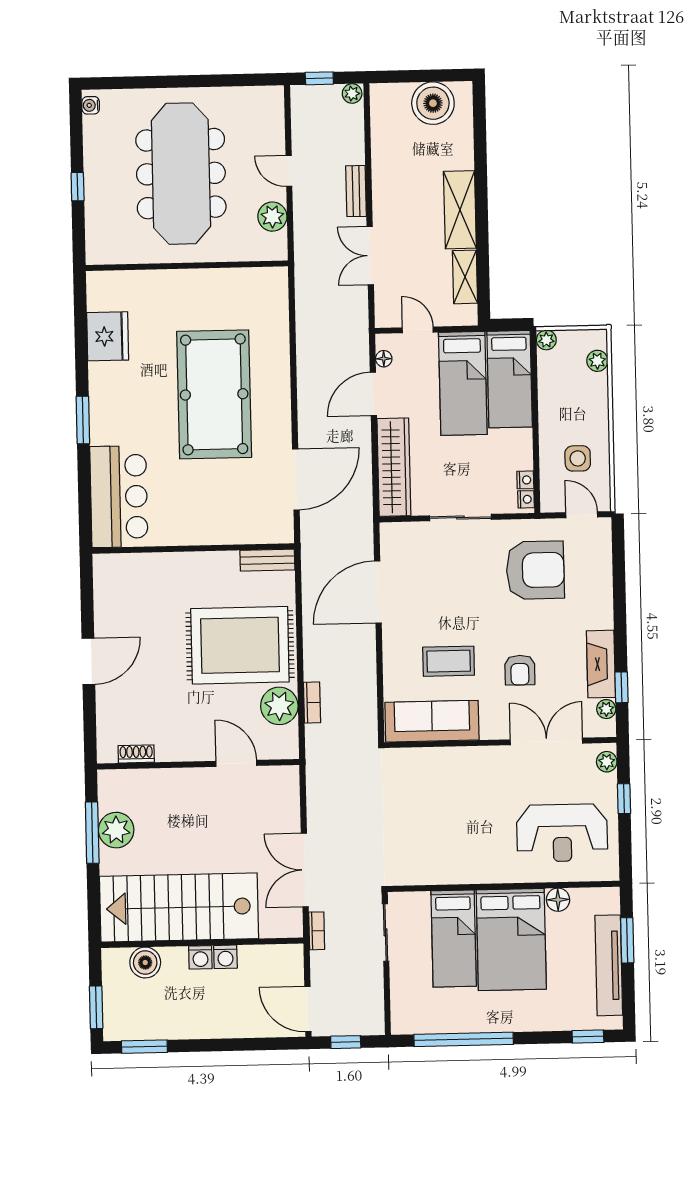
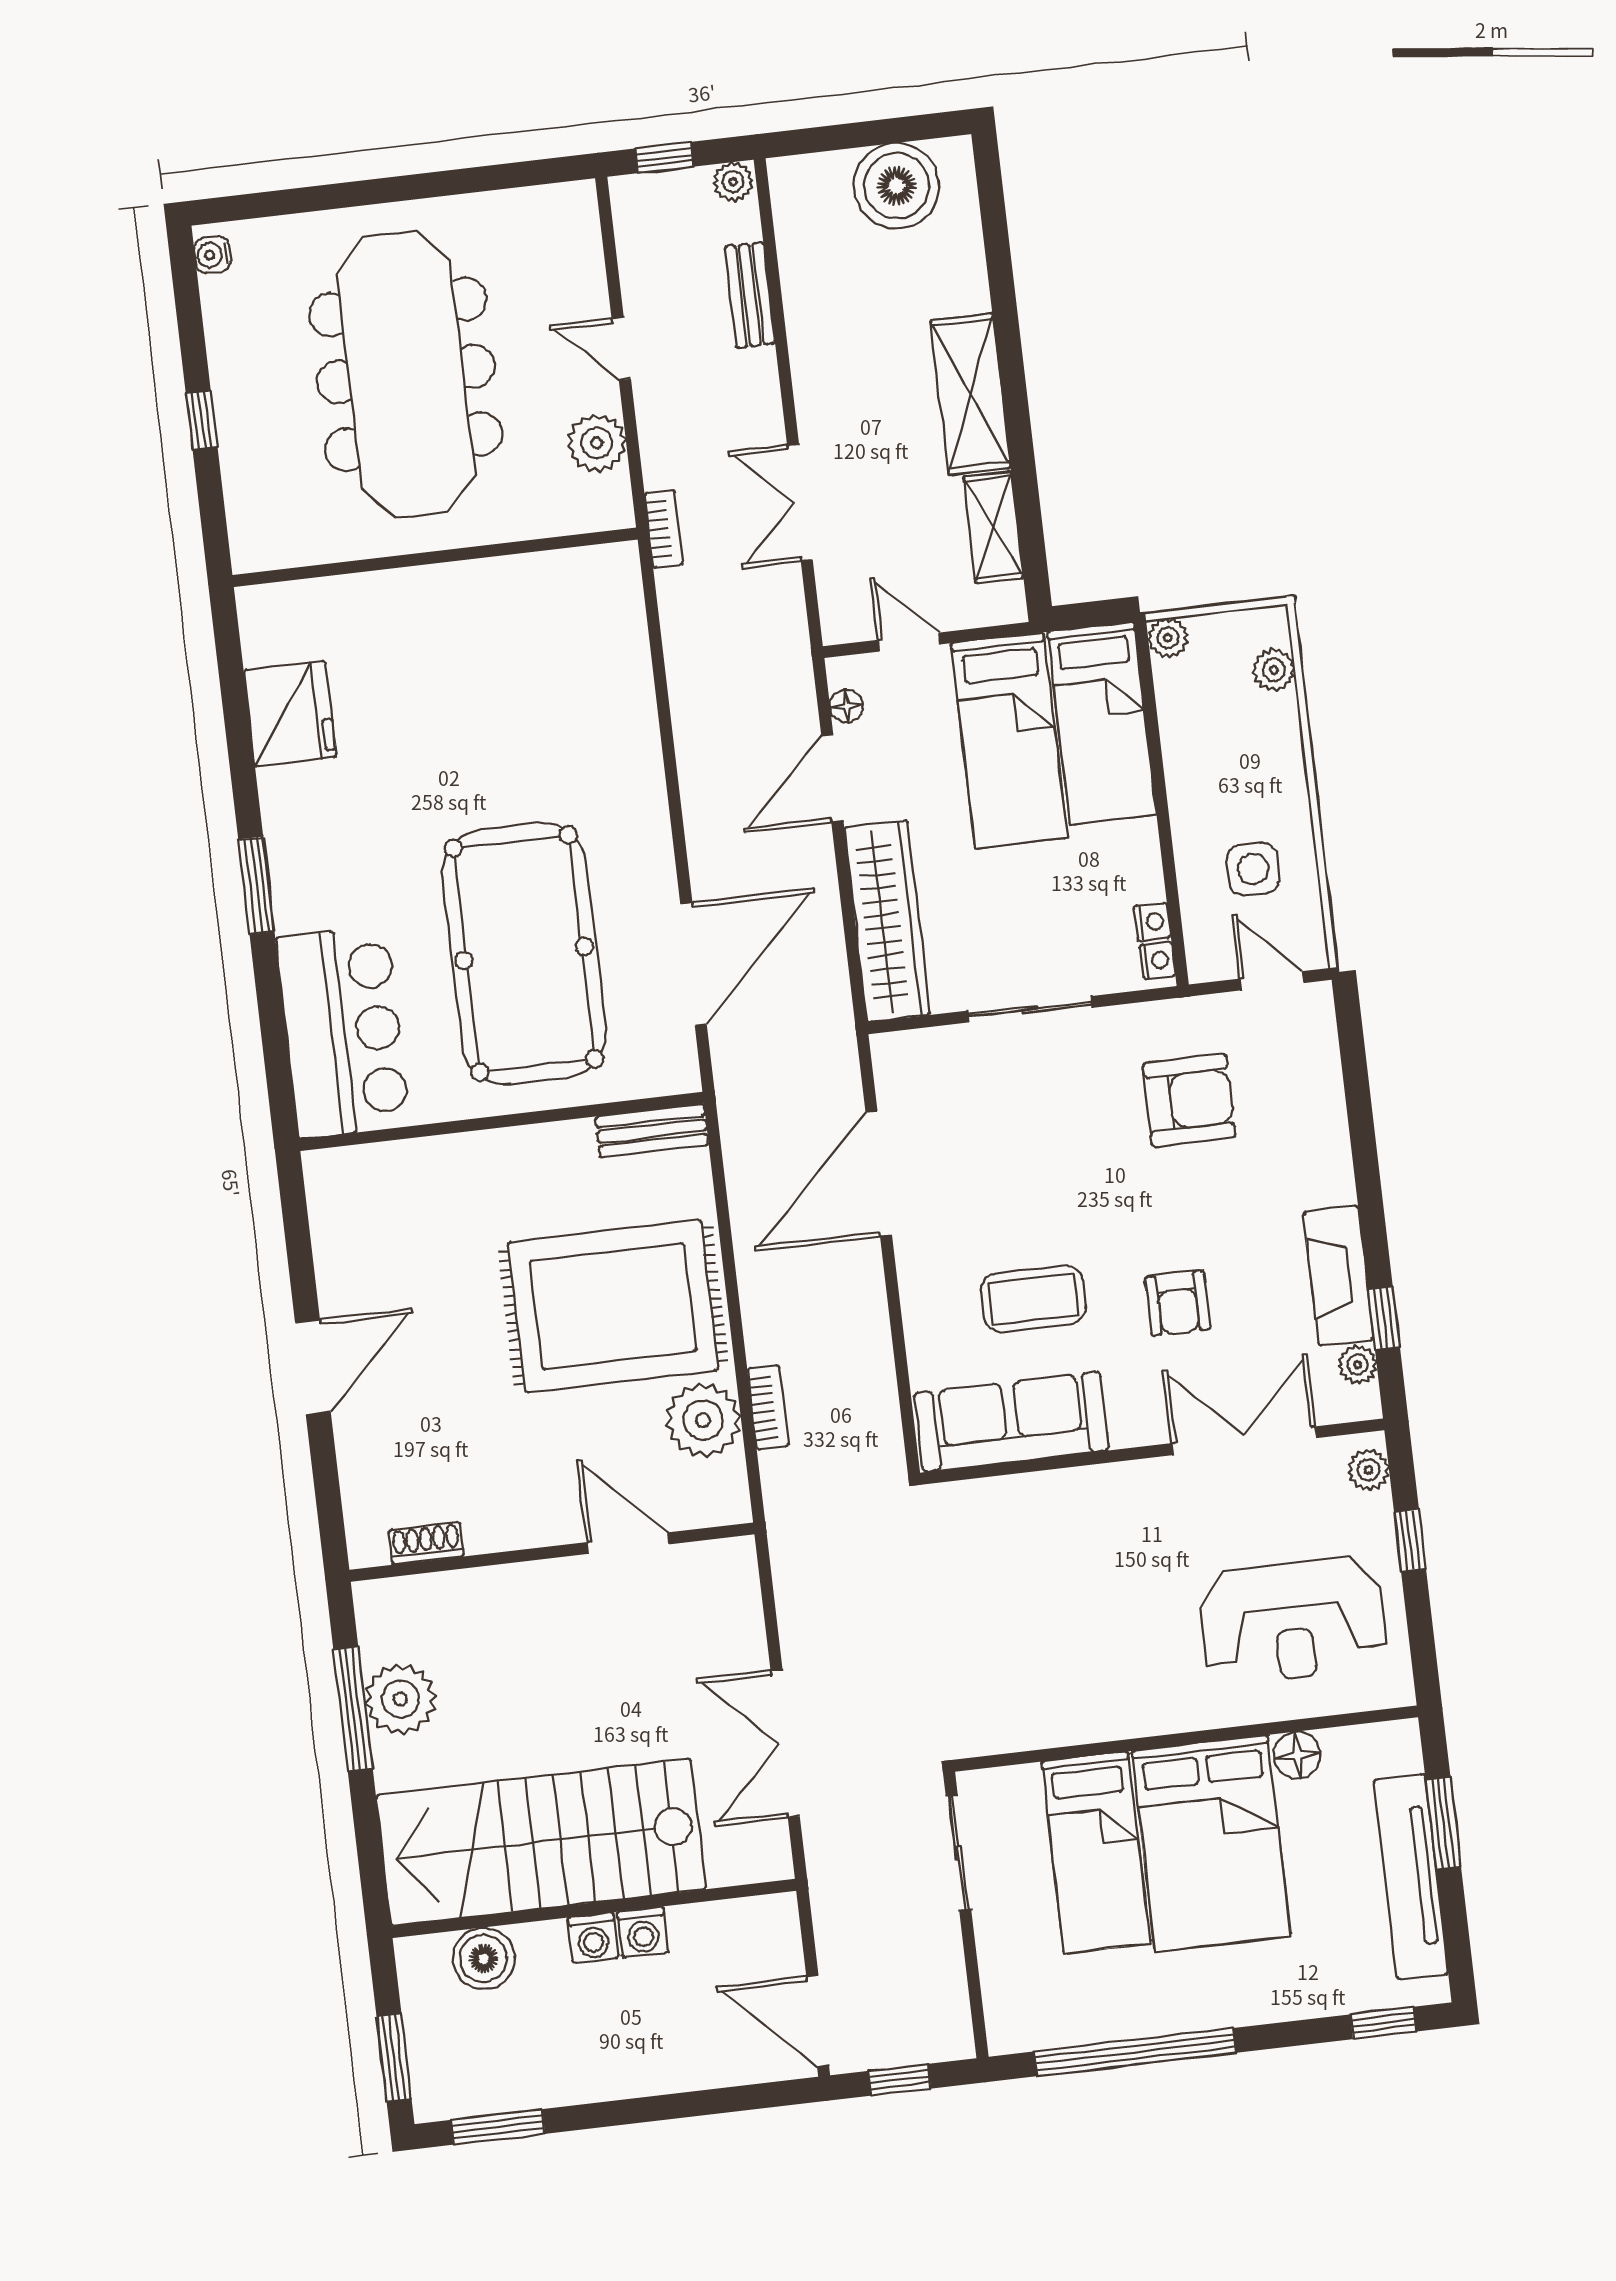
bench: (356, 191) -> (750, 295), moved
pool table: (214, 394) -> (524, 954), moved
armchair: (535, 570) -> (1189, 1100), width x0.73, depth x0.73
bookcase: (317, 931) -> (664, 529), moved

